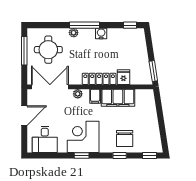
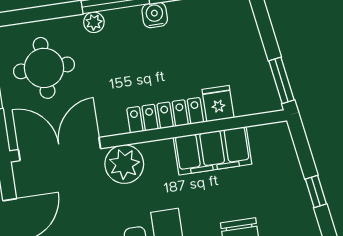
plant: (78, 94) -> (124, 164), width x1.88, depth x1.88
filing cabinet: (95, 96) -> (162, 155), removed
window: (161, 123) -> (316, 191), added

